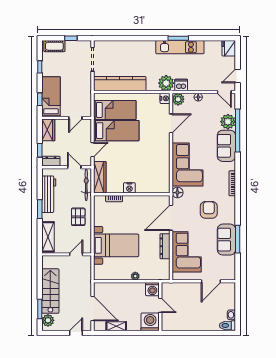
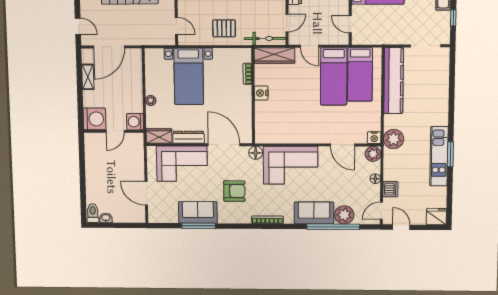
dishwasher: (181, 85) -> (390, 189), moved
wardrobe: (164, 270) -> (159, 136), added

